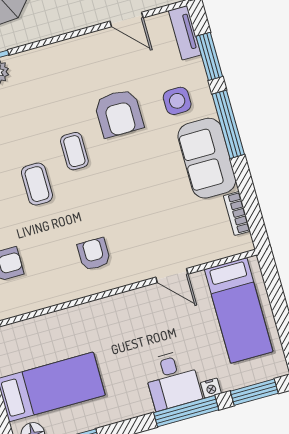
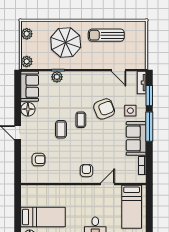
armchair: (119, 113) -> (104, 109), turned -111
armchair: (94, 254) -> (86, 171), moved
door: (172, 276) -> (107, 184), swing flipped

